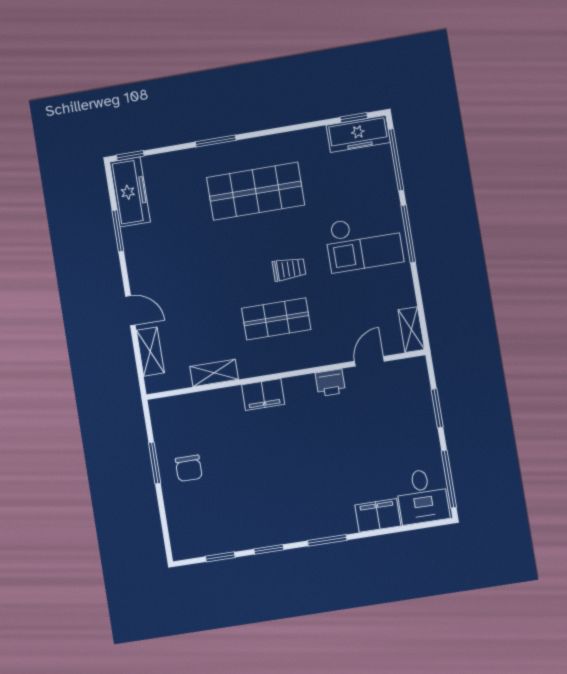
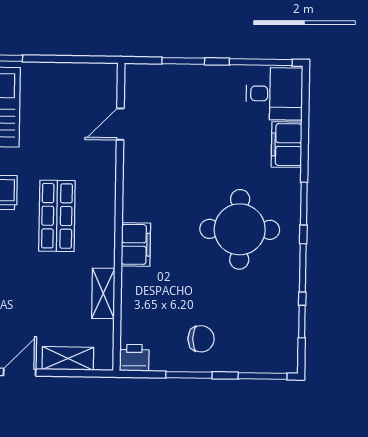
shelving: (411, 330) -> (94, 73), removed
door: (369, 361) -> (120, 124), hinge flipped
printer: (330, 383) -> (134, 358), moved, turned -90
round table: (293, 486) -> (240, 229), added
window: (165, 530) -> (263, 376), added
window: (269, 549) -> (303, 268), width x1.50

